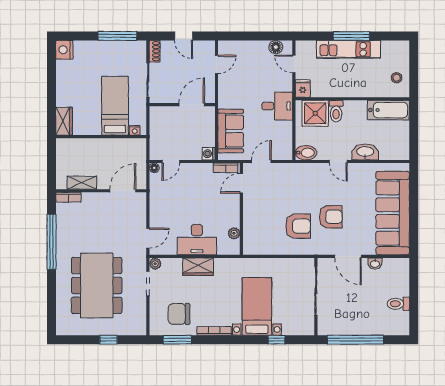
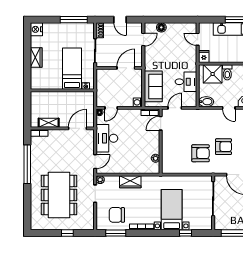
floor lamp: (276, 47) -> (161, 27), moved
desk: (277, 106) -> (186, 82), moved
wardrobe: (64, 121) -> (36, 58), moved
desk: (197, 240) -> (107, 138), moved, turned 90

